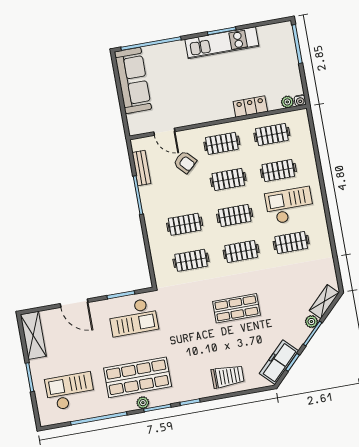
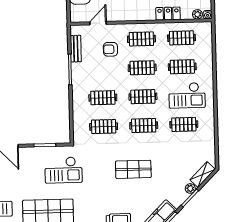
door: (164, 132) -> (98, 23), swing flipped
armchair: (185, 162) -> (110, 49), turned 133
checkout: (290, 205) -> (187, 95), turned 180
checkout: (133, 317) -> (63, 170), moved

